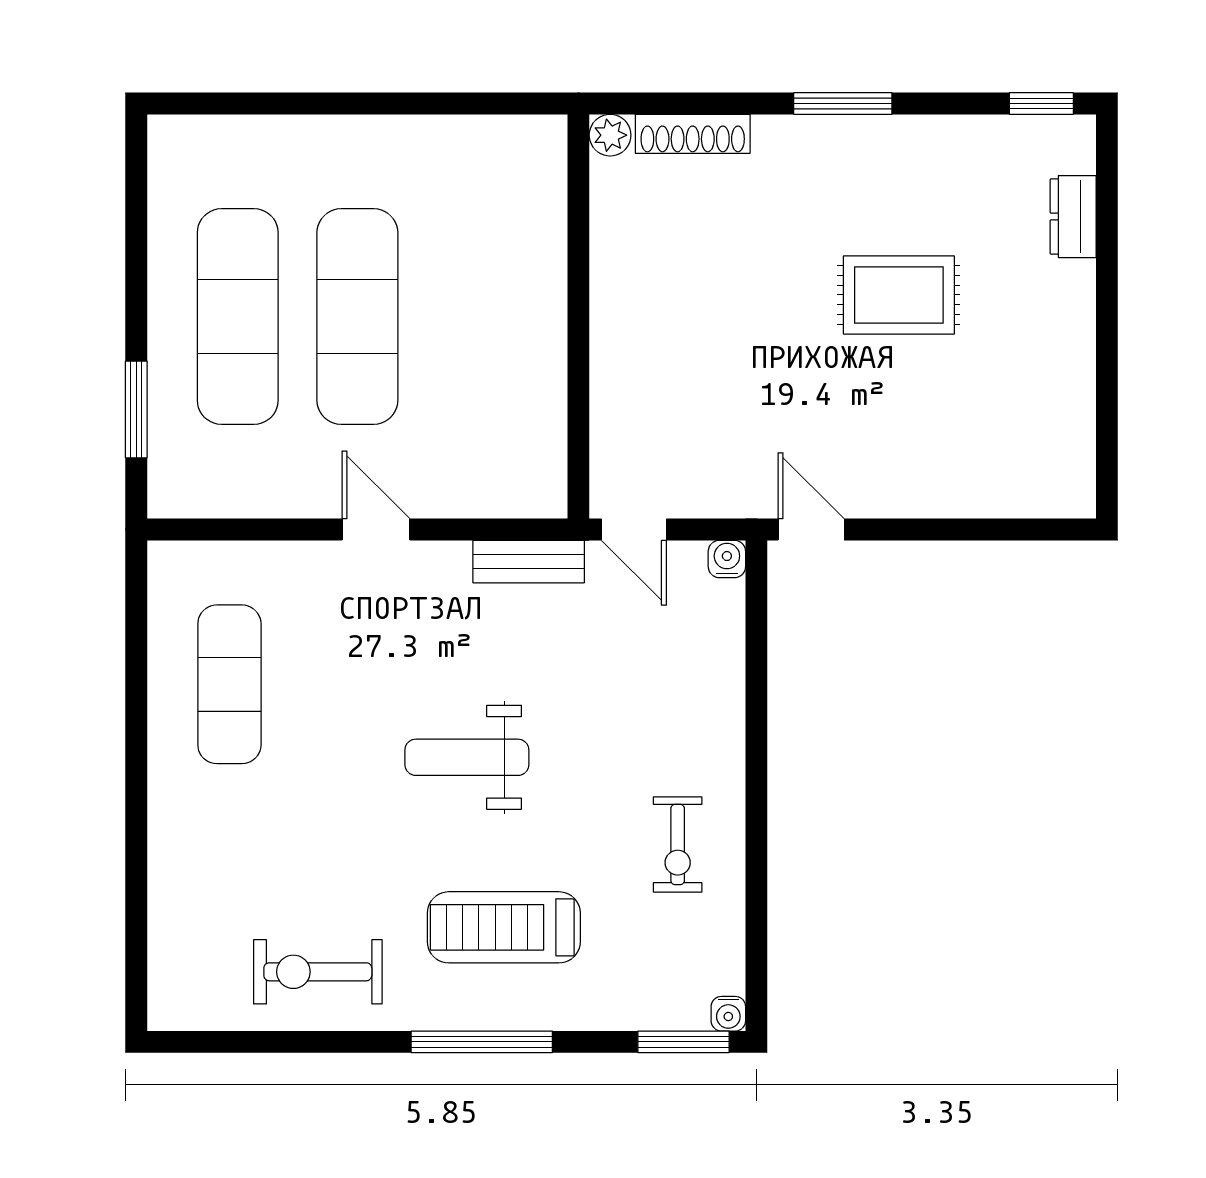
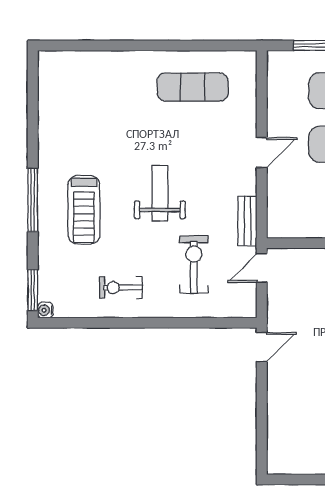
water cooler: (727, 559) -> (249, 310), removed
treadmill: (504, 927) -> (84, 210), turned 180
exercise bike: (318, 972) -> (194, 264), moved

